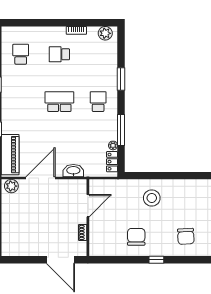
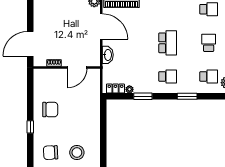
school desk: (98, 54) -> (209, 76), added
window: (121, 130) -> (143, 96), width x0.69
stool: (152, 198) -> (77, 153), moved
door: (88, 206) -> (77, 68), hinge flipped

